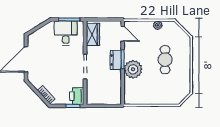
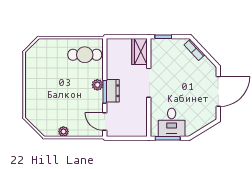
wardrobe: (93, 35) -> (140, 52), moved
cafe table: (165, 60) -> (85, 55), moved, turned 90
plant: (133, 69) -> (97, 85), width x0.53, depth x0.53
printer: (77, 96) -> (159, 48), removed

